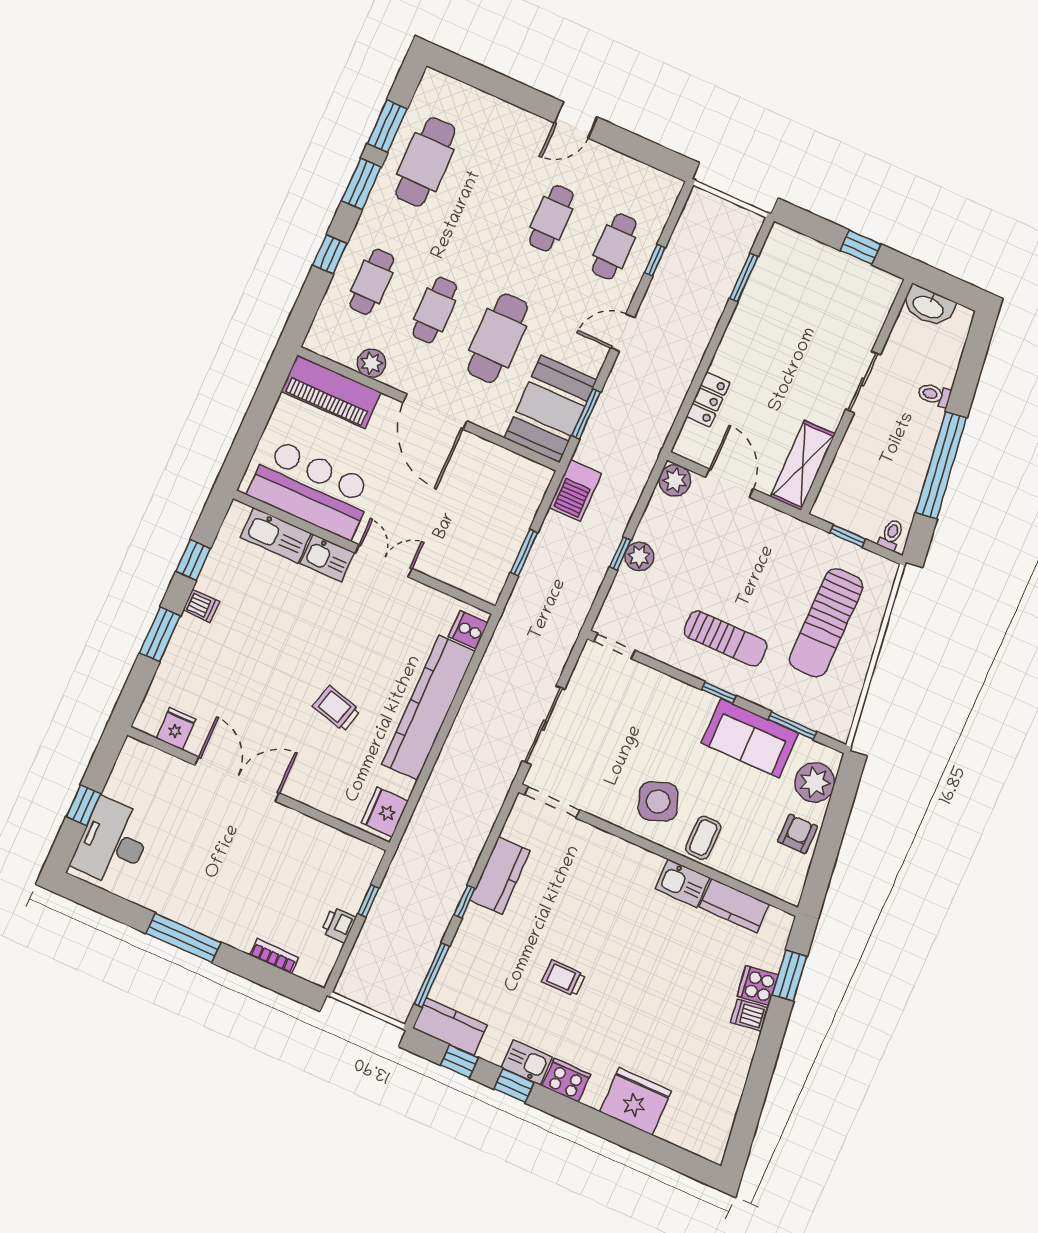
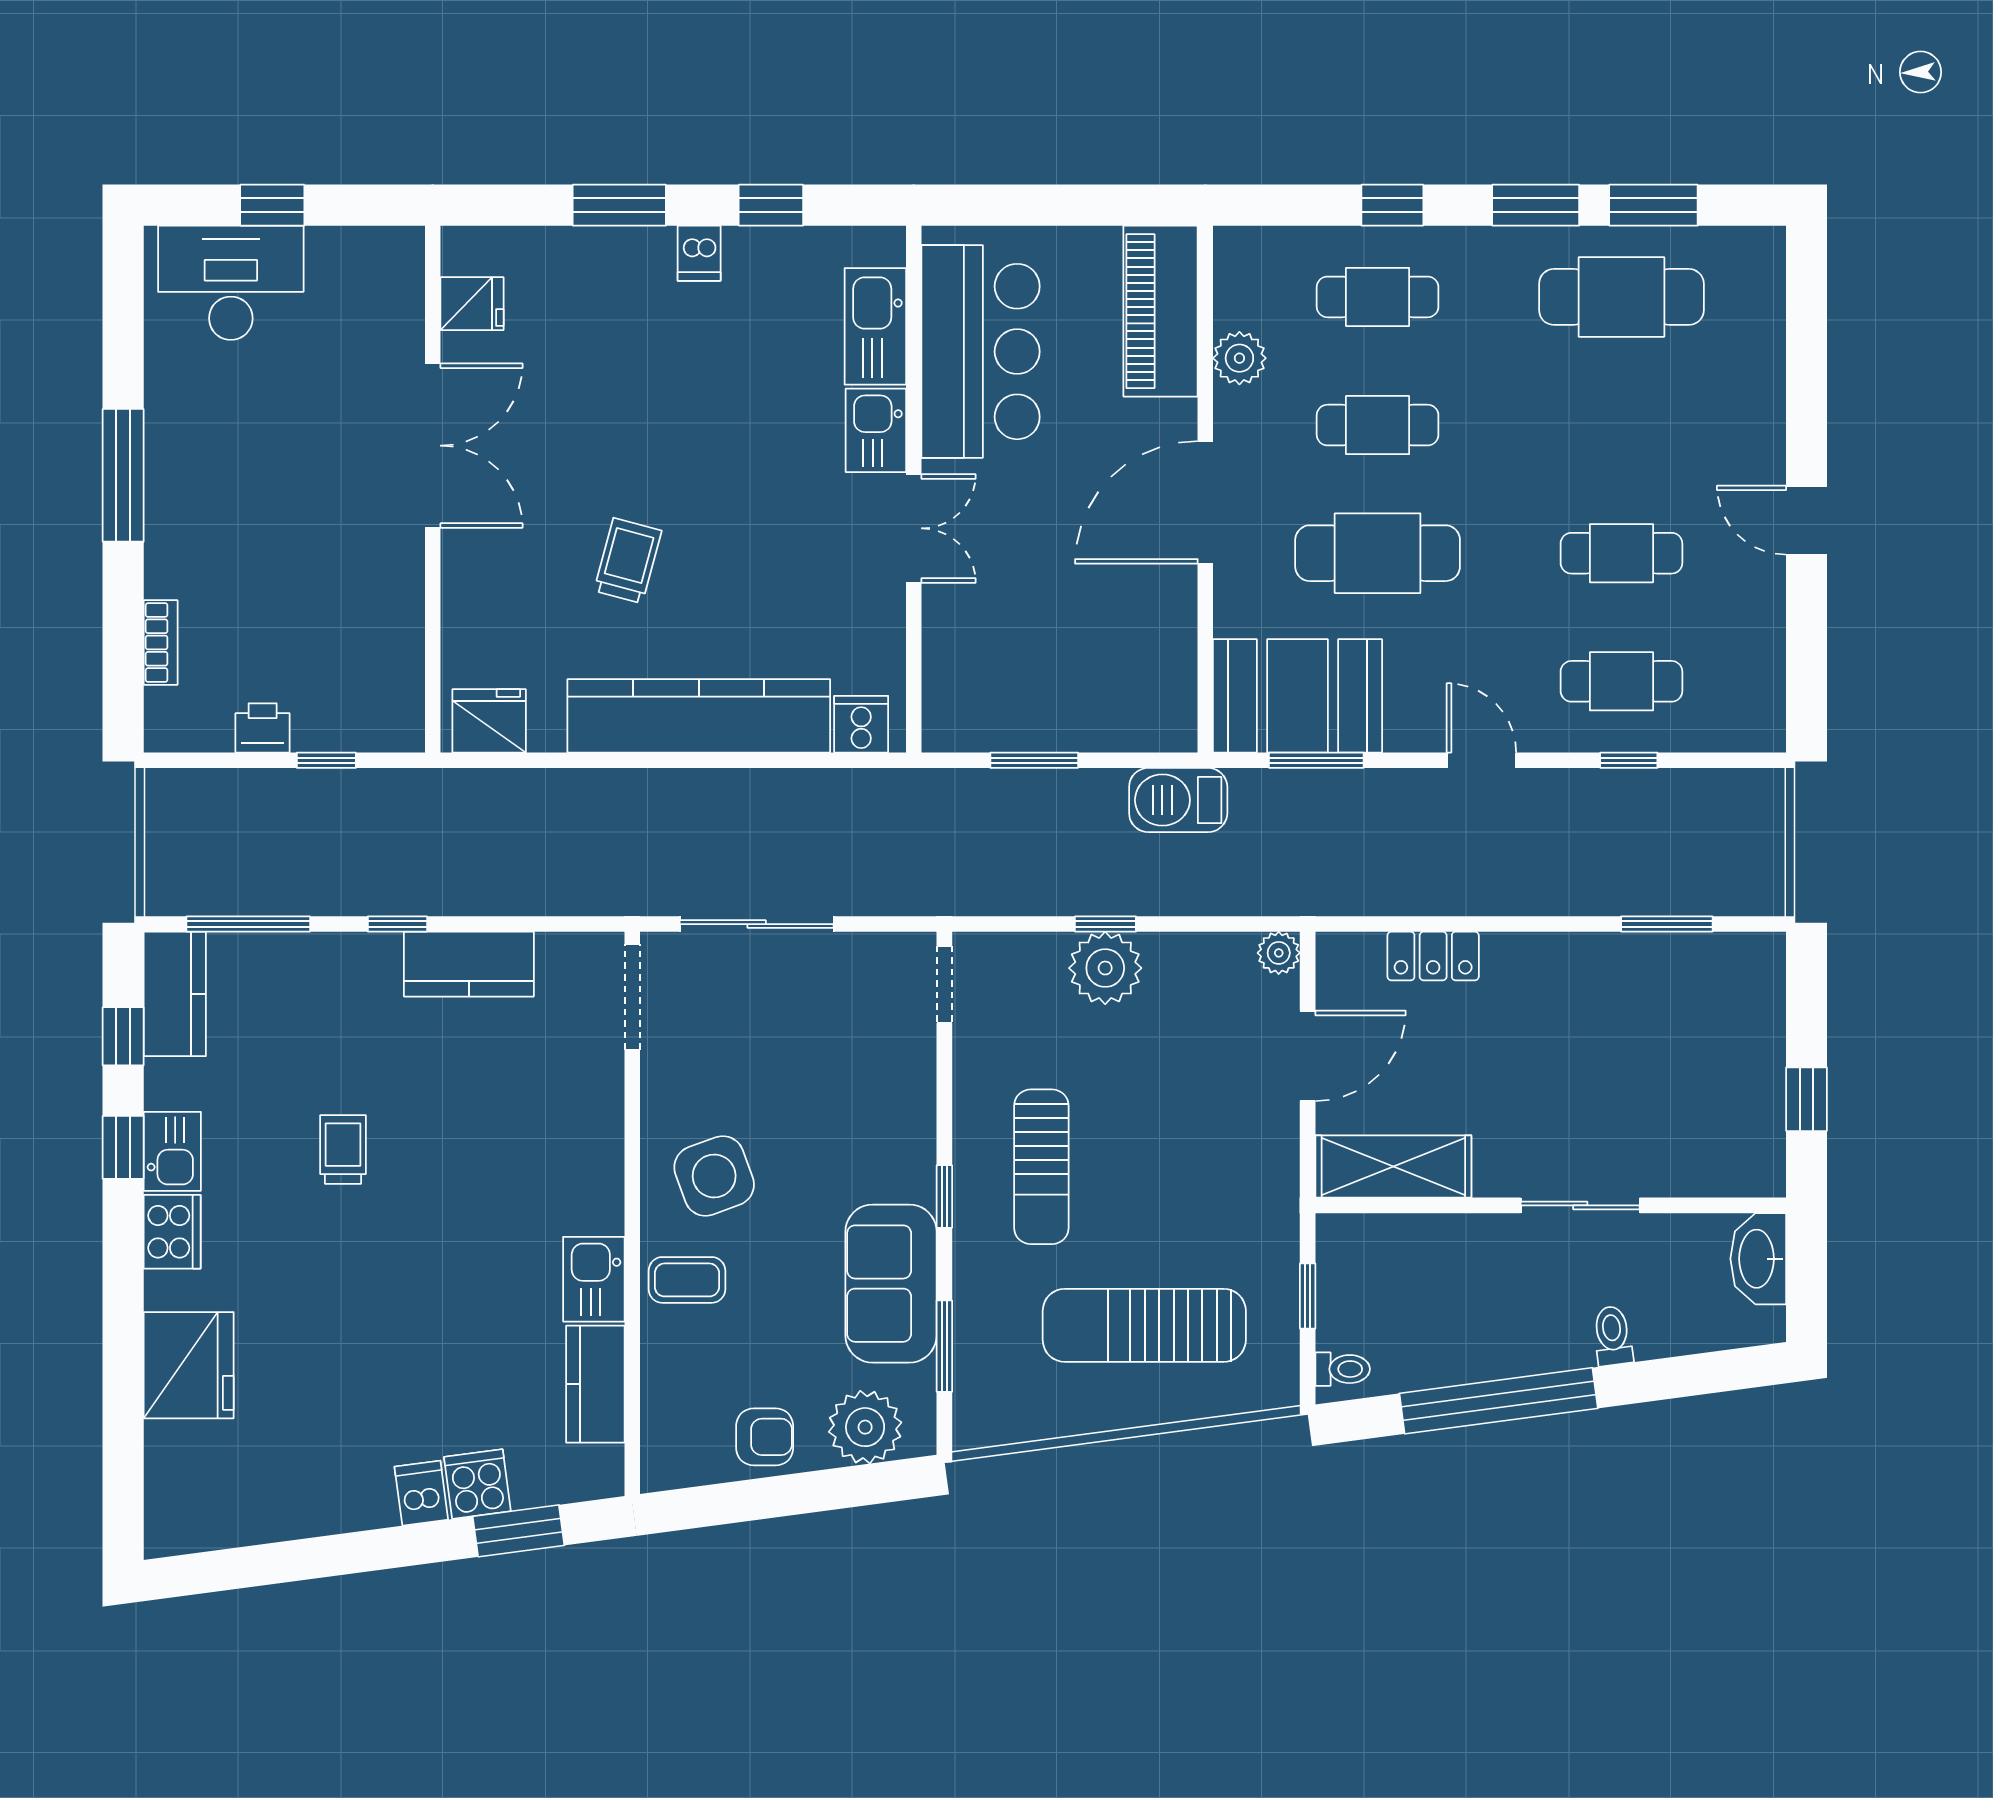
plant: (675, 480) -> (1279, 953), width x0.73, depth x0.73
plant: (639, 556) -> (1105, 968), width x1.36, depth x1.36

